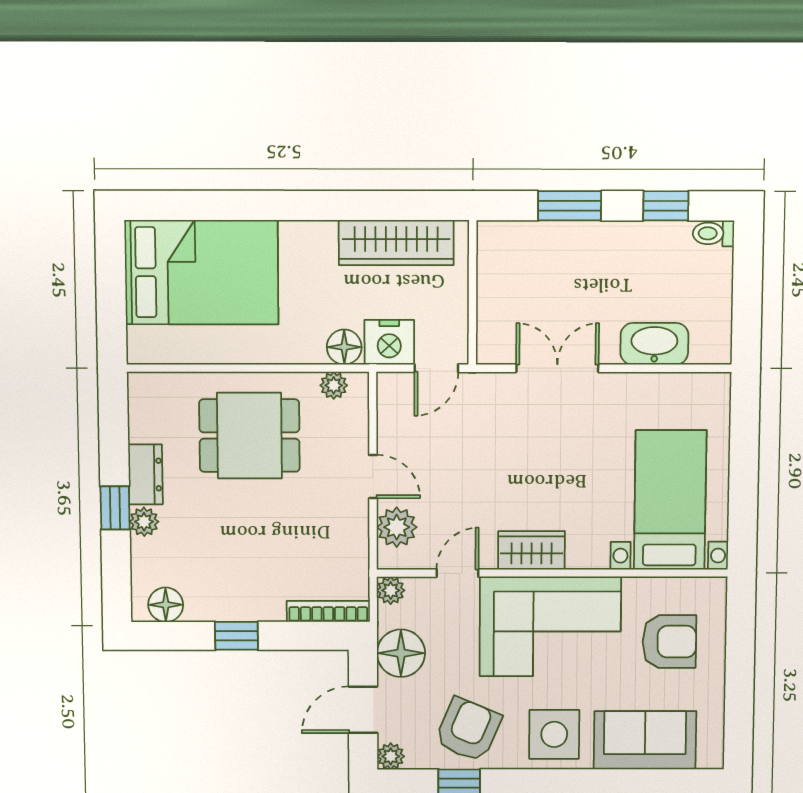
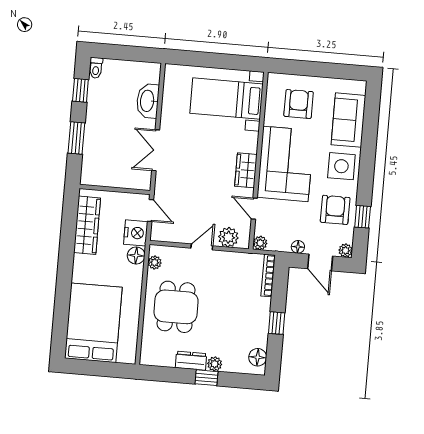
floor lamp: (401, 653) -> (298, 247), width x0.53, depth x0.53
armchair: (468, 730) -> (335, 210), turned 67

